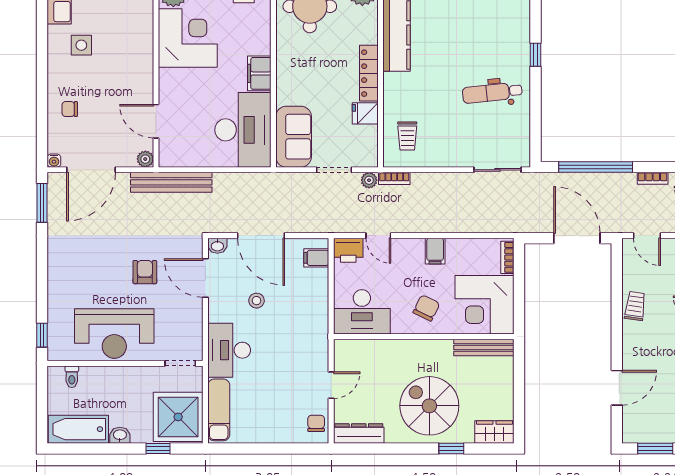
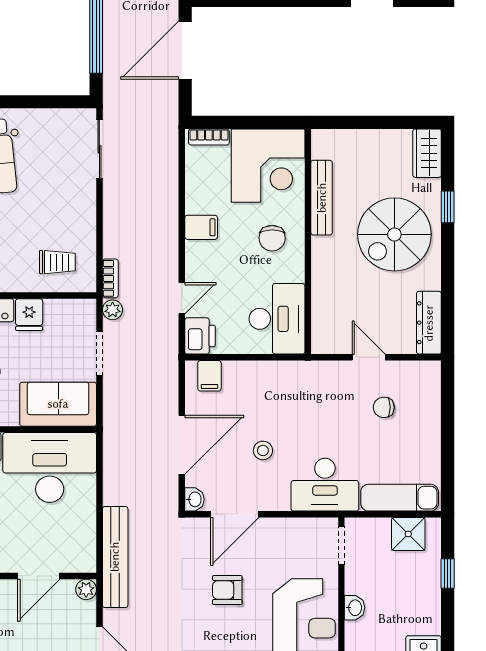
chair: (426, 308) -> (272, 238), turned -116
bench: (484, 347) -> (322, 198), moved
shower: (178, 417) -> (408, 534), width x0.54, depth x0.54
chair: (316, 423) -> (384, 407), moved
washbasin: (120, 435) -> (355, 608), moved, turned 180

